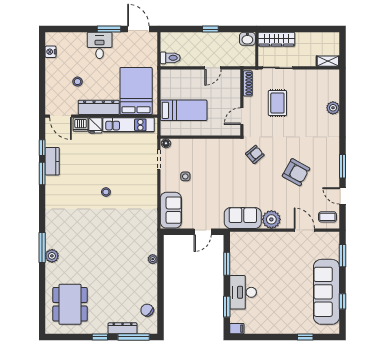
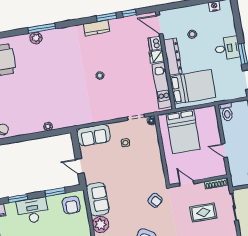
bed: (184, 110) -> (183, 131), width x1.50
door: (61, 116) -> (159, 25), hinge flipped
kitchen counter: (52, 161) -> (96, 28), moved
armchair: (244, 248) -> (71, 205), added

